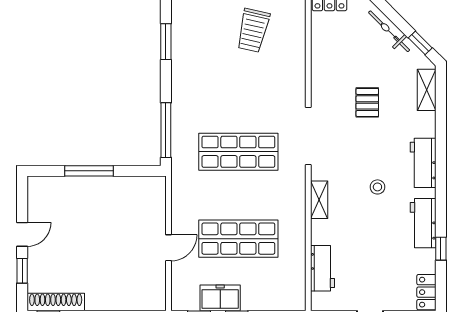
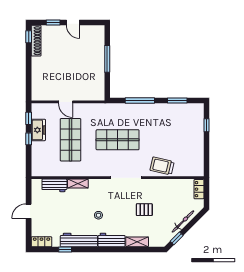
trolley: (253, 30) -> (162, 166), moved
shelving: (427, 90) -> (137, 242), moved
window: (166, 130) -> (140, 100), moved
shop shelf: (238, 152) -> (118, 140), turned 90
shelving: (319, 200) -> (78, 184), moved
workbench: (423, 223) -> (79, 240), width x1.38

